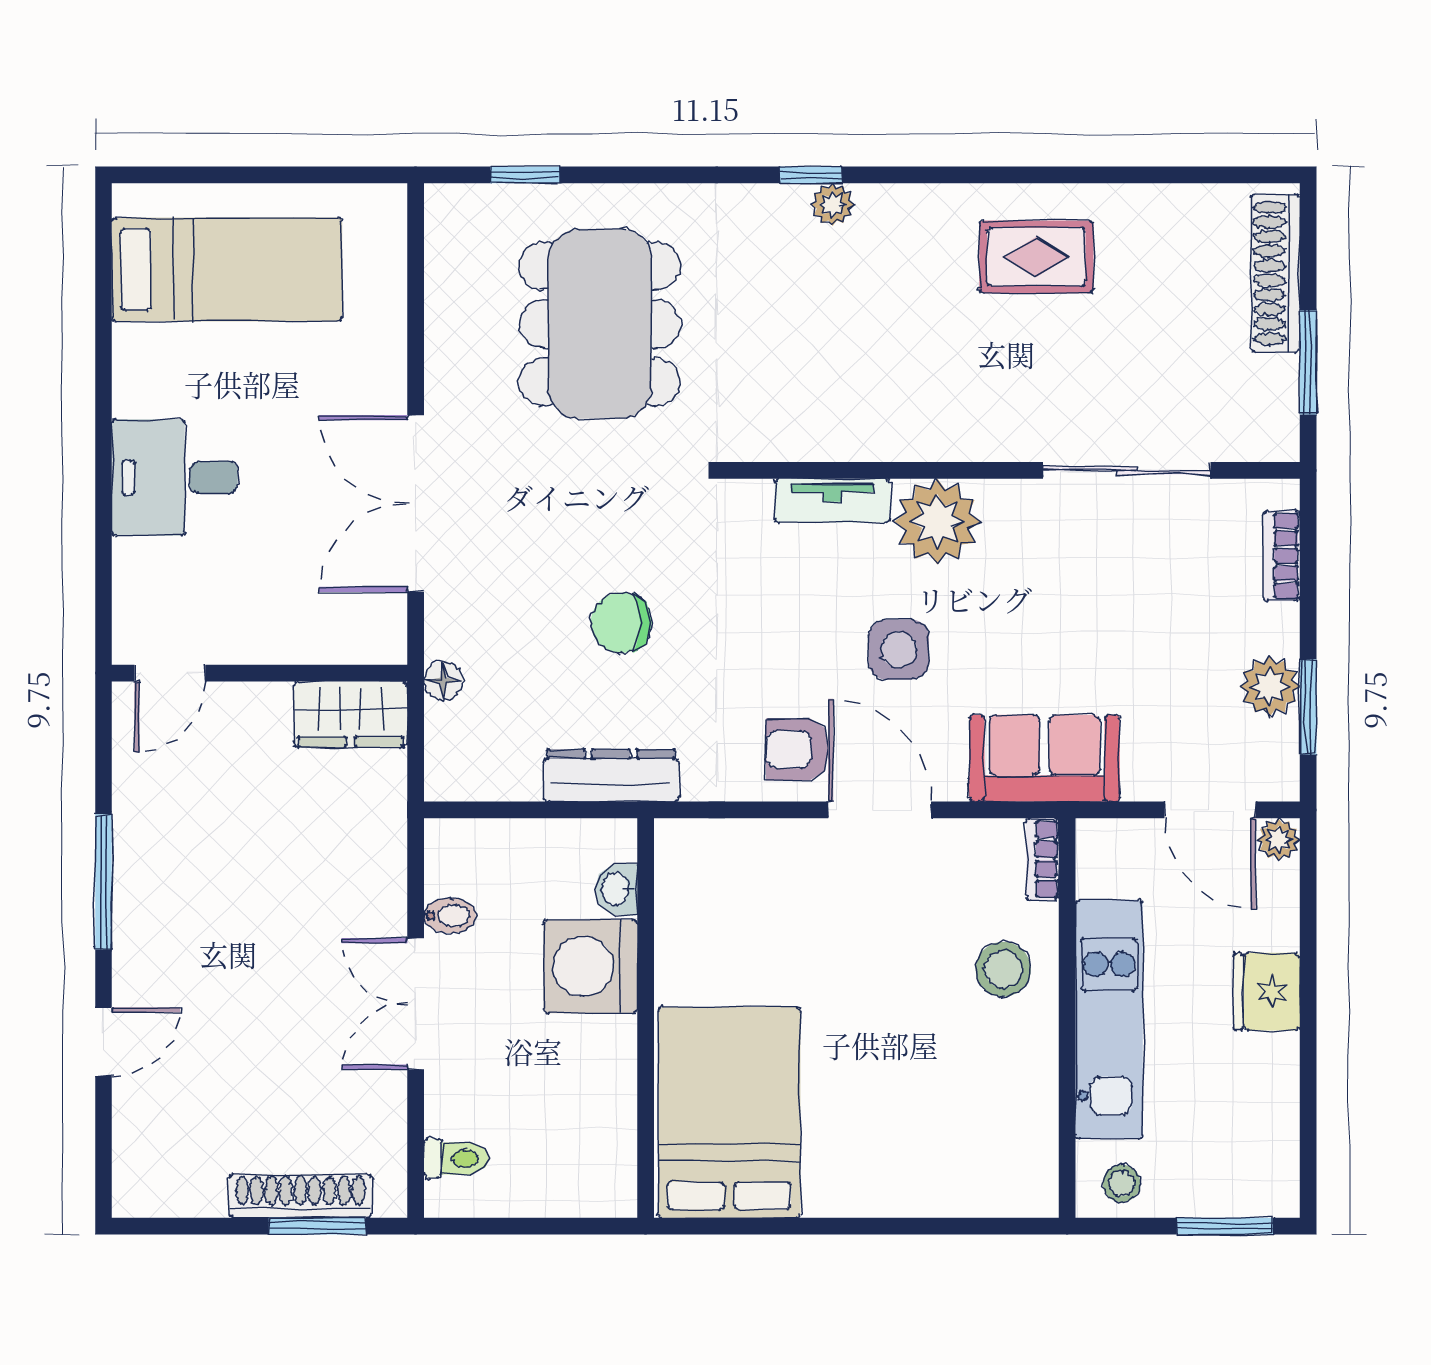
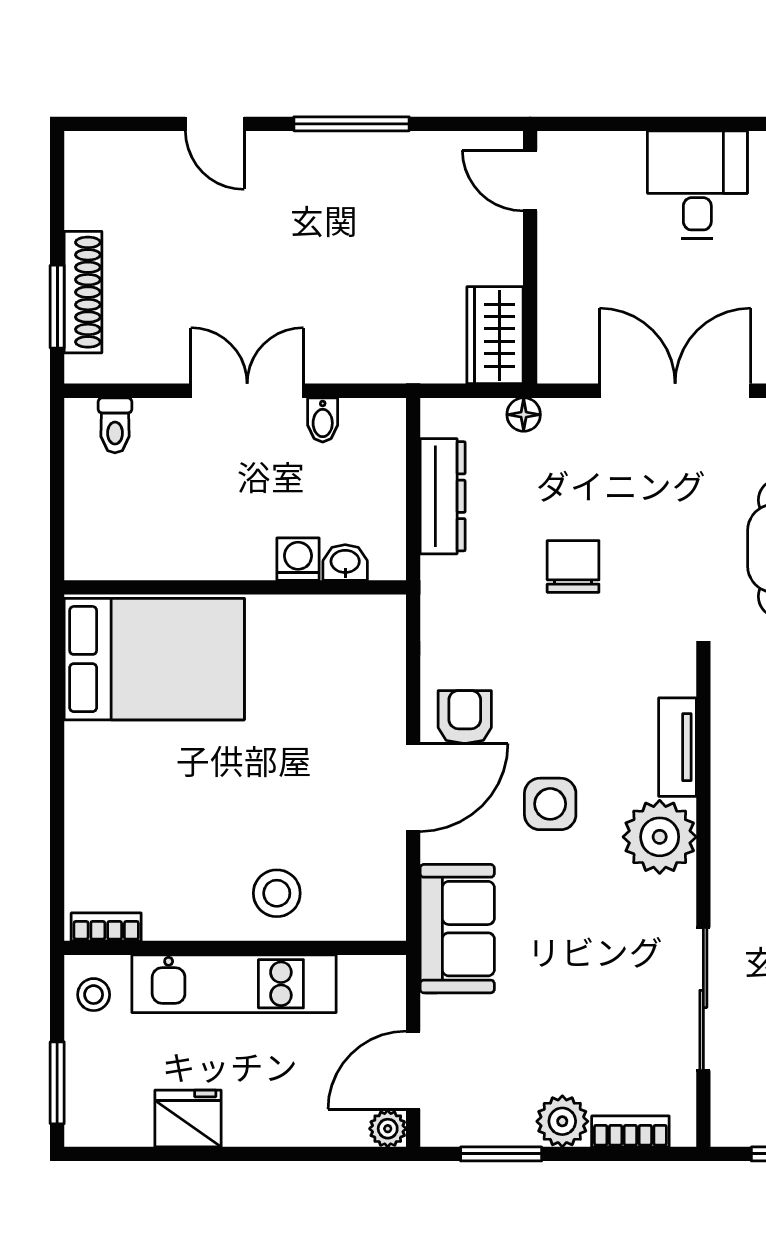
plant: (1270, 686) -> (562, 1121), moved
dresser: (611, 775) -> (443, 496), moved
bookcase: (1043, 859) -> (106, 927), moved
washing machine: (591, 966) -> (298, 559), width x0.53, depth x0.53
fridge: (1267, 992) -> (188, 1118), moved

